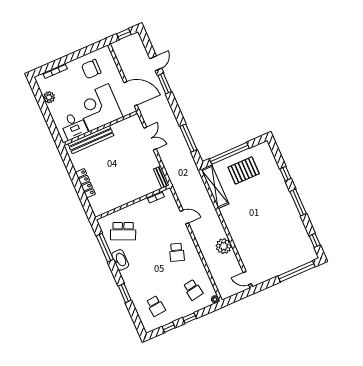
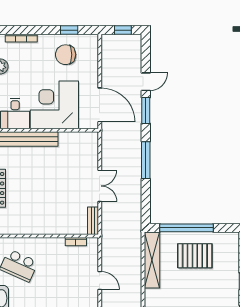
window: (86, 51) -> (69, 30), added
double door: (150, 138) -> (100, 186), moved
window: (188, 138) -> (146, 160), moved

